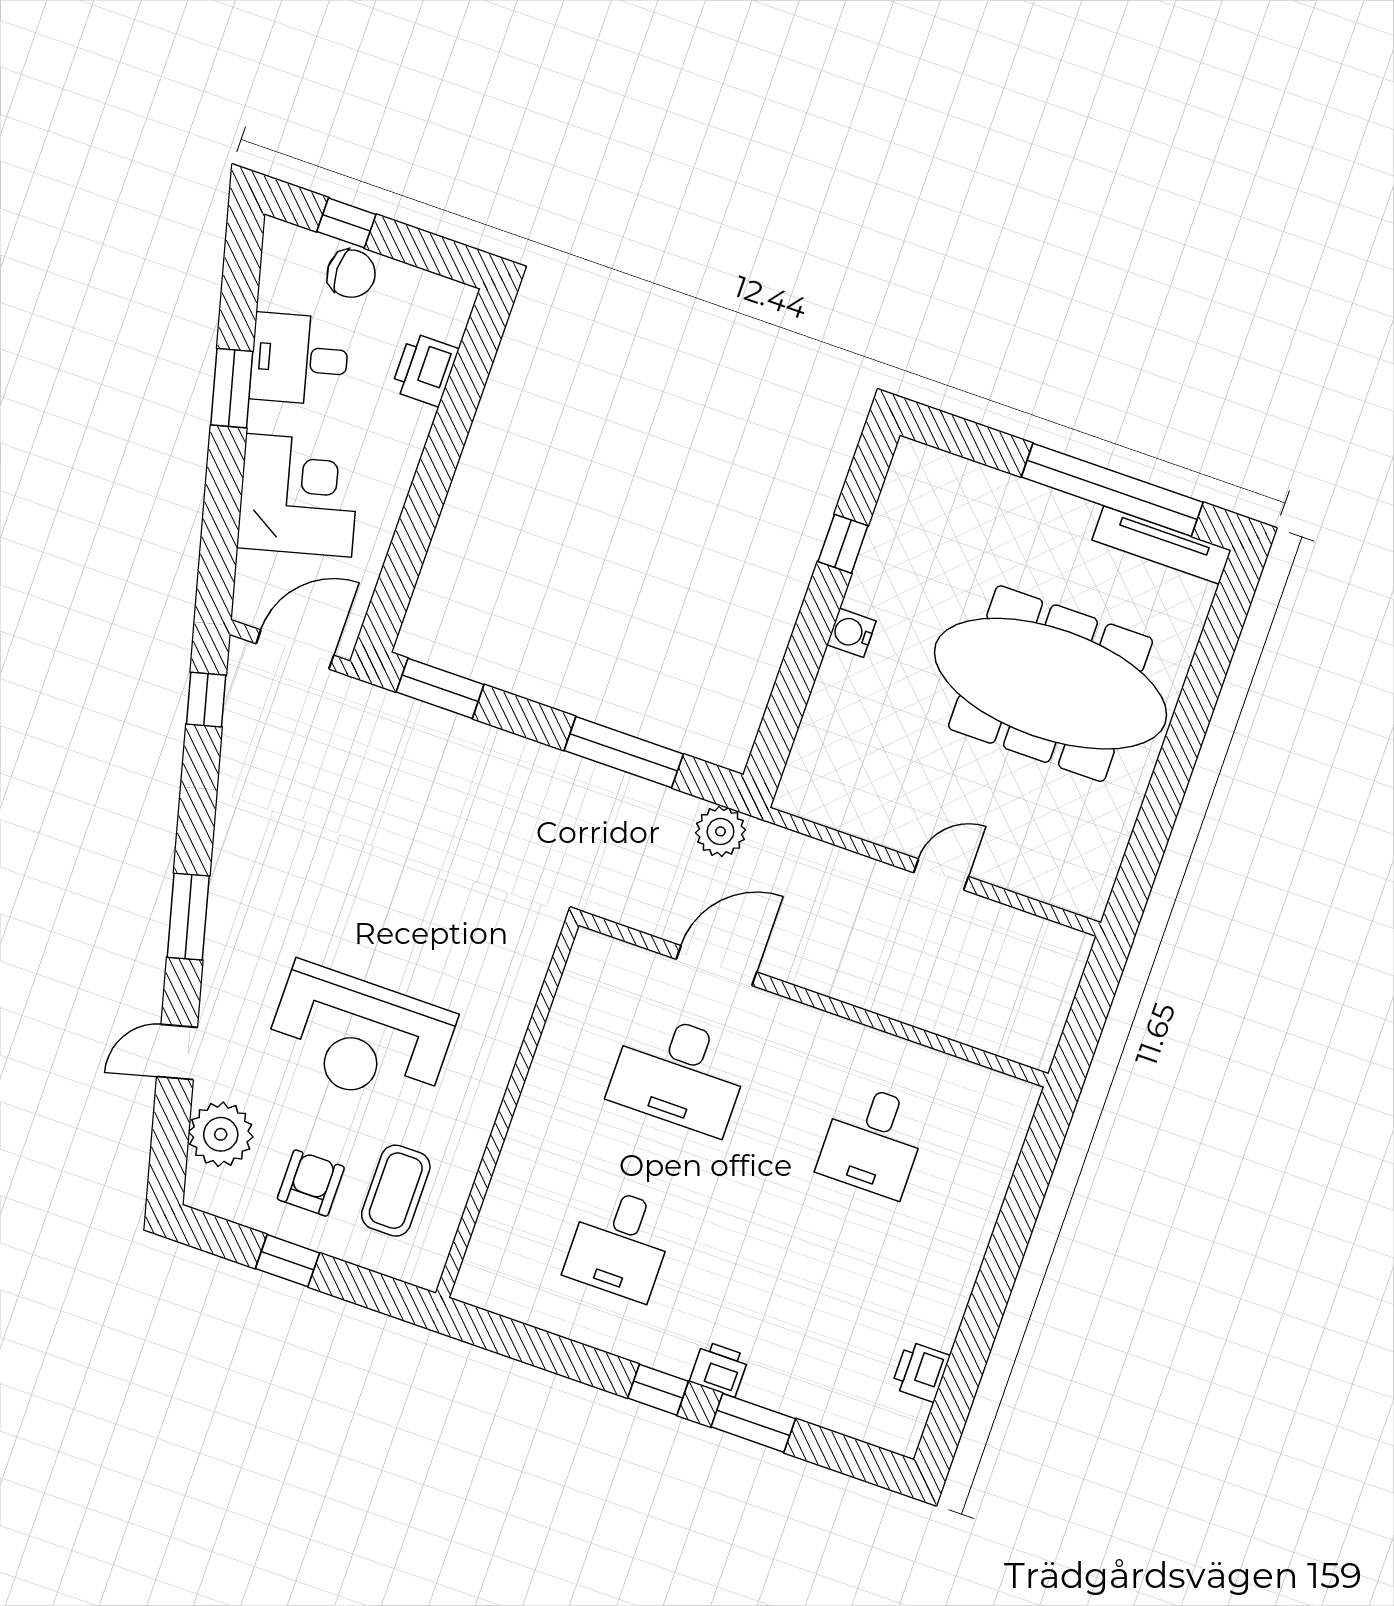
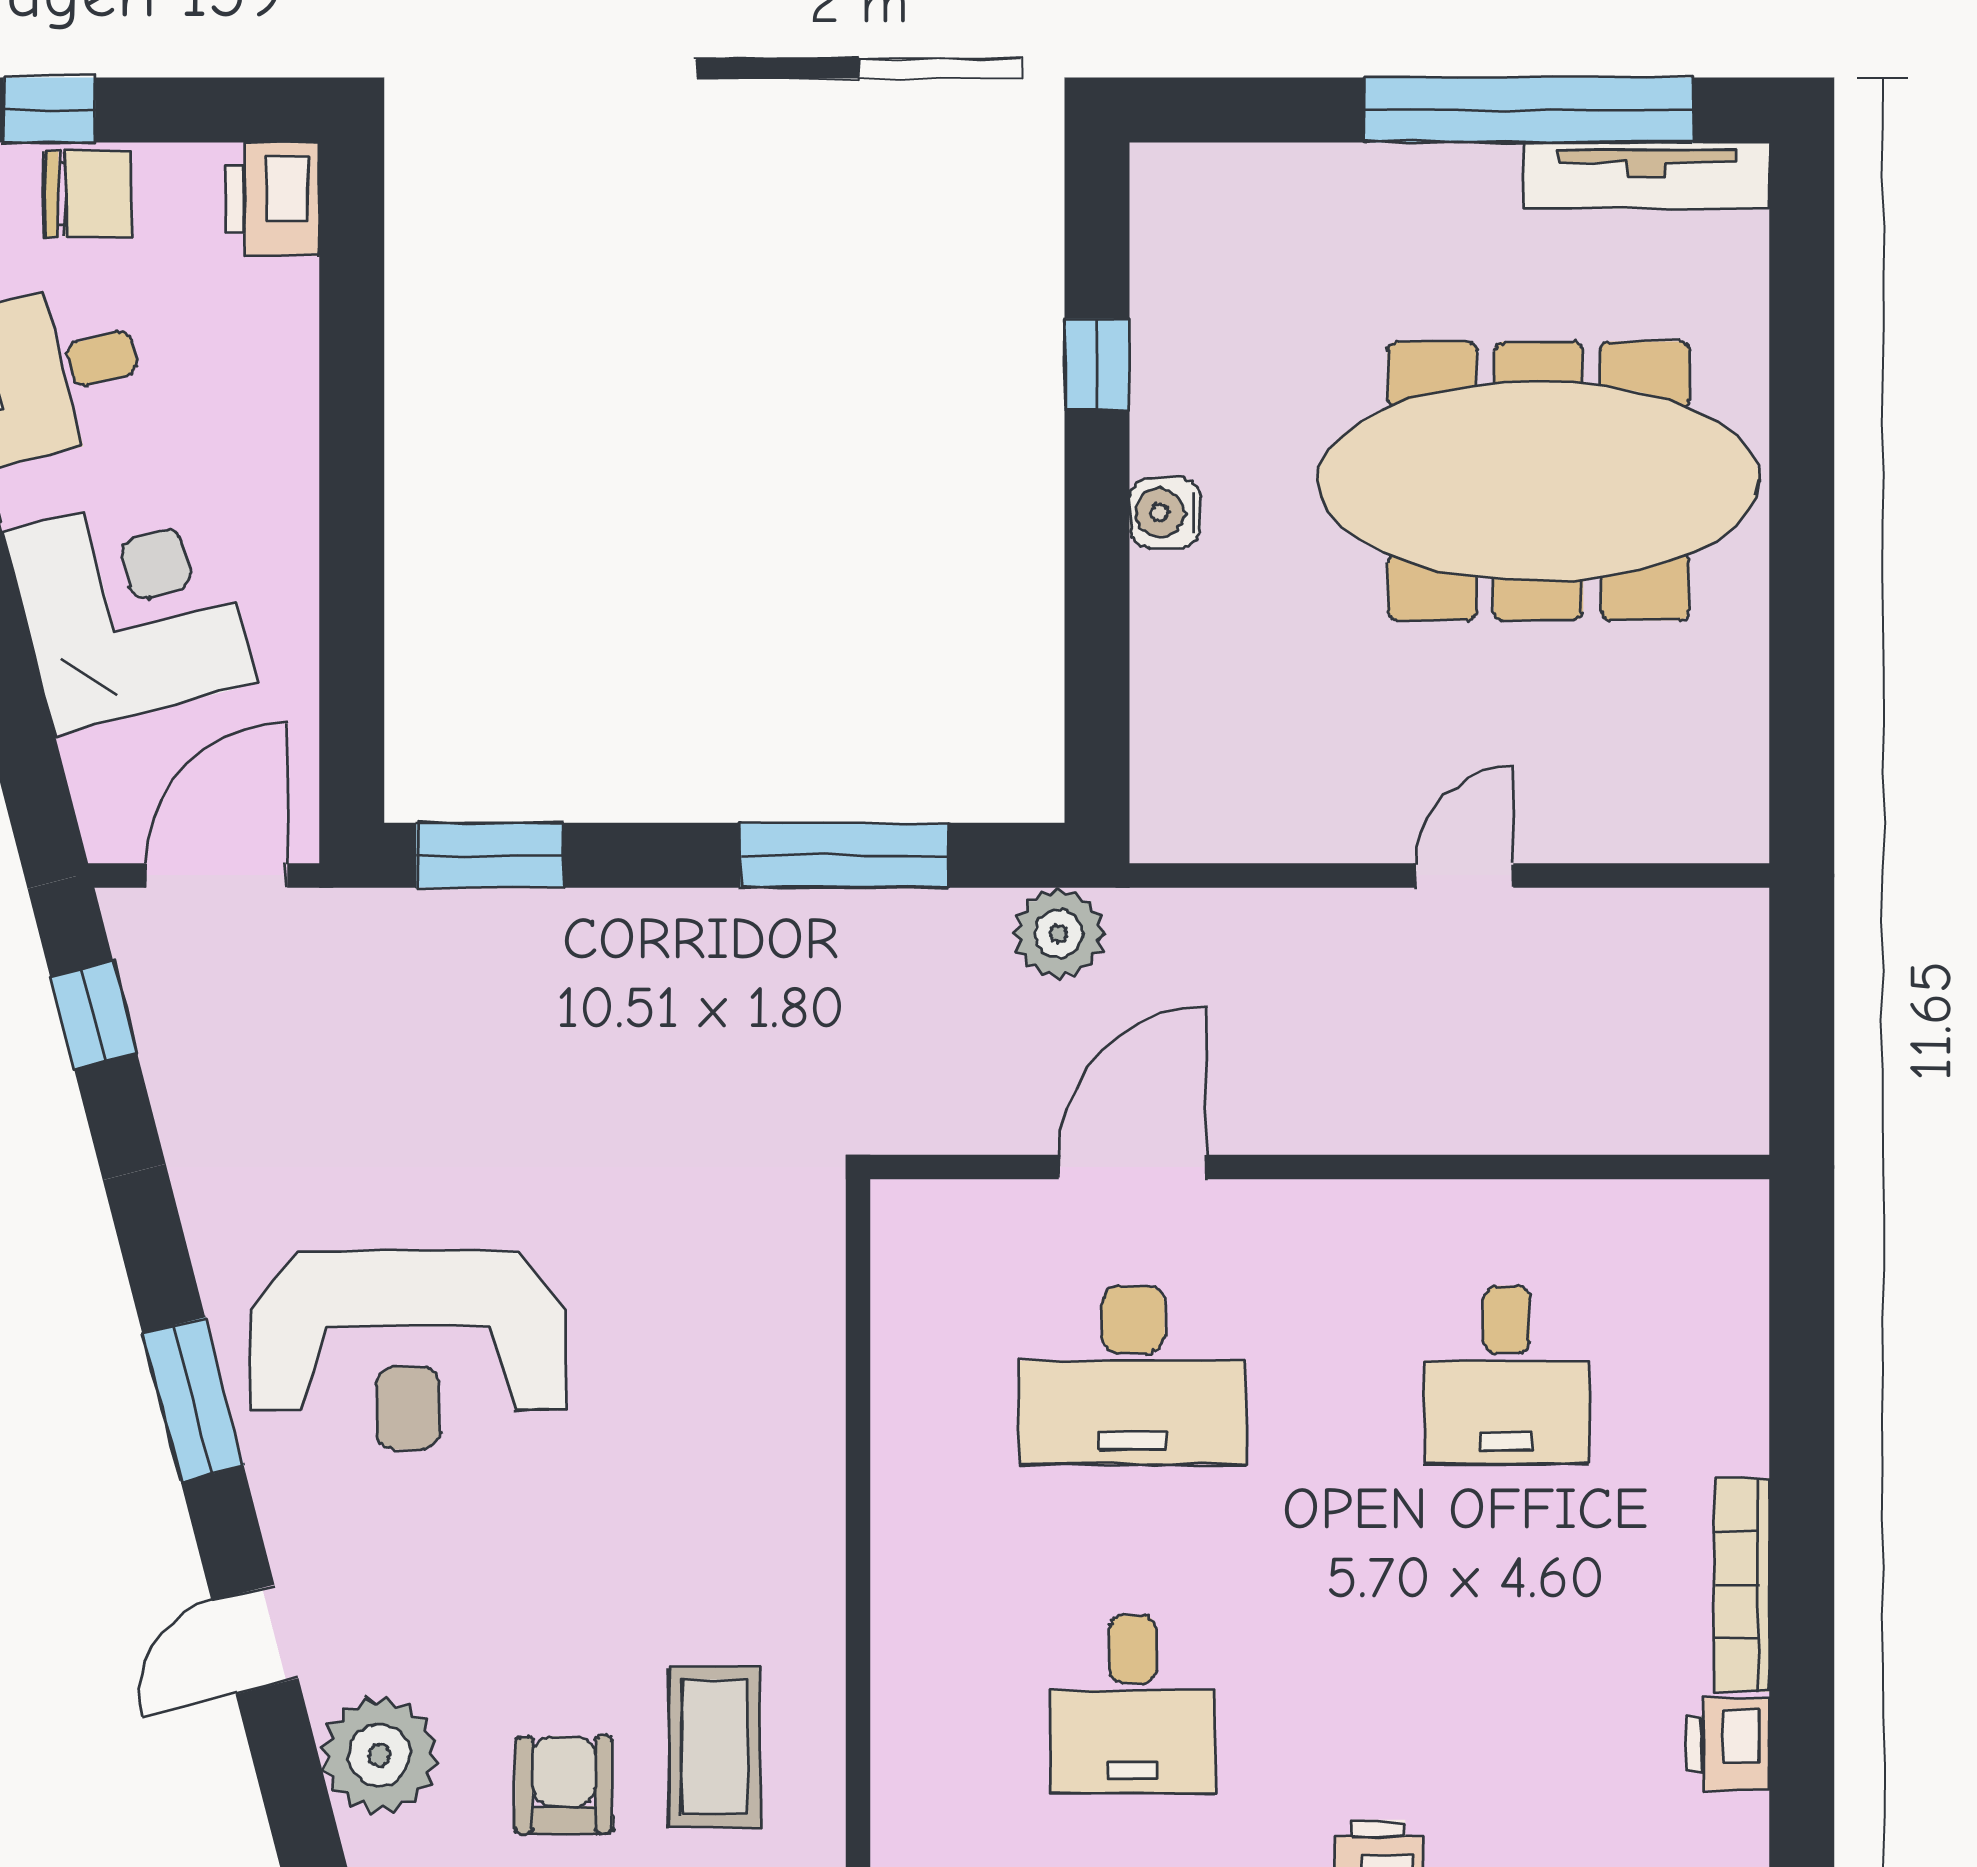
printer: (425, 370) -> (273, 199), moved
reception desk: (360, 1037) -> (408, 1350), moved
bookcase: (957, 1292) -> (1742, 1585), added

